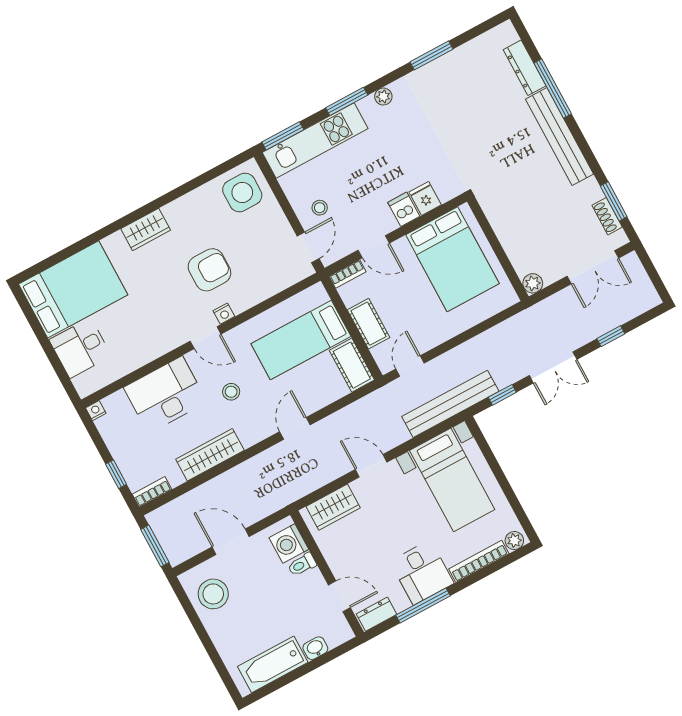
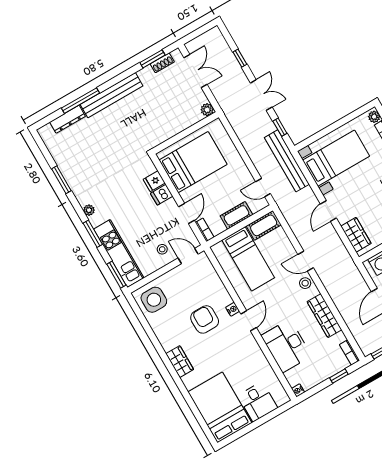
stool: (231, 392) -> (305, 283), moved

